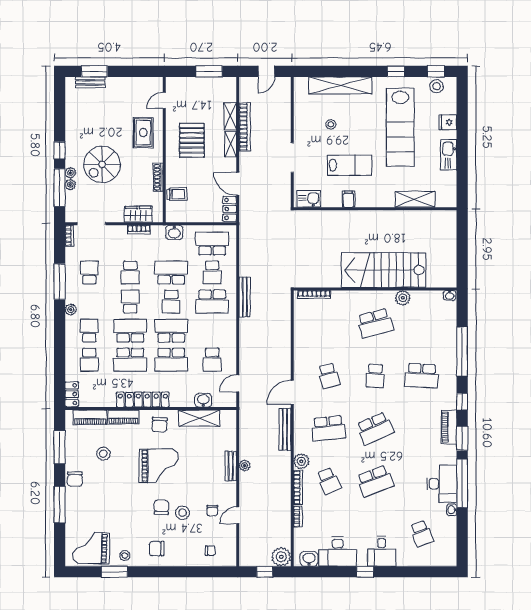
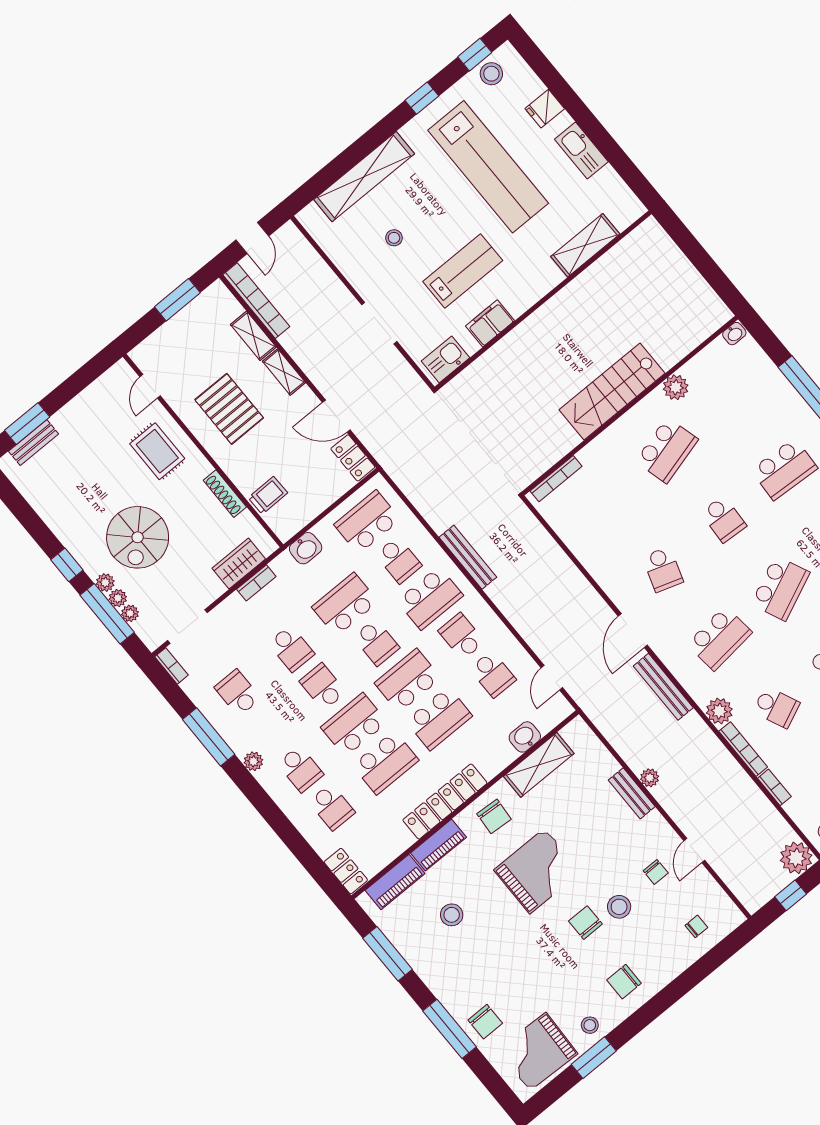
bookcase: (245, 127) -> (256, 301), moved
plant: (70, 196) -> (130, 613), added
filing cabinet: (348, 199) -> (490, 323), width x2.00
stairs: (384, 270) -> (612, 392), width x0.73, depth x0.66
school desk: (89, 331) -> (300, 769), turned 180
school desk: (212, 331) -> (461, 636), added
school desk: (329, 376) -> (663, 569), turned 33
chair: (75, 479) -> (485, 1022), moved

